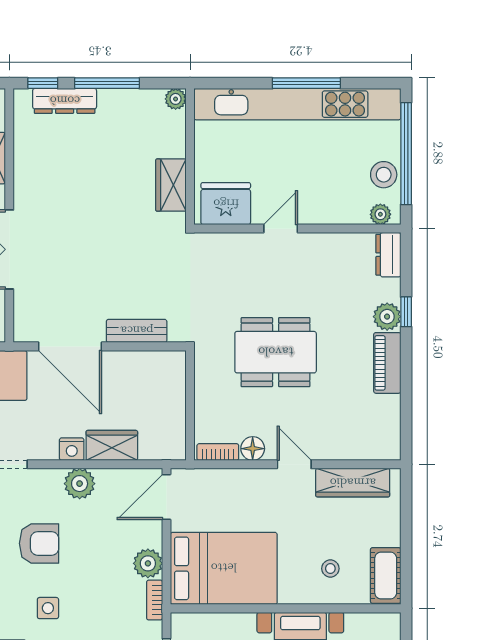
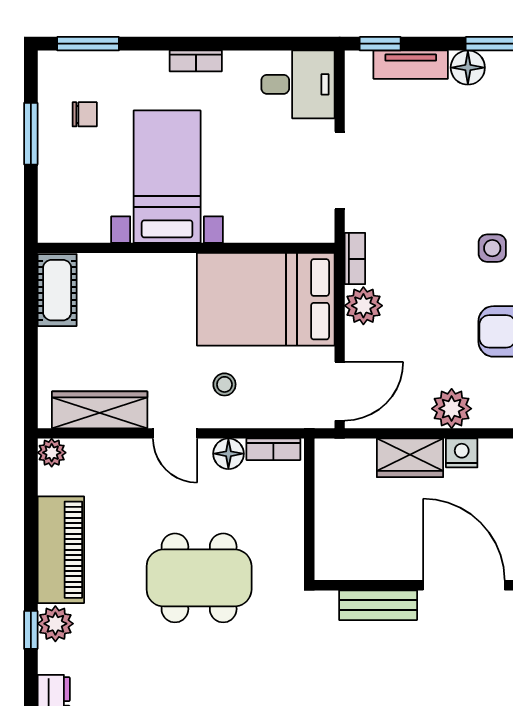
piano: (387, 363) -> (61, 550), width x1.37, depth x1.33
plant: (390, 449) -> (52, 453), added
stool: (330, 569) -> (224, 384), moved

